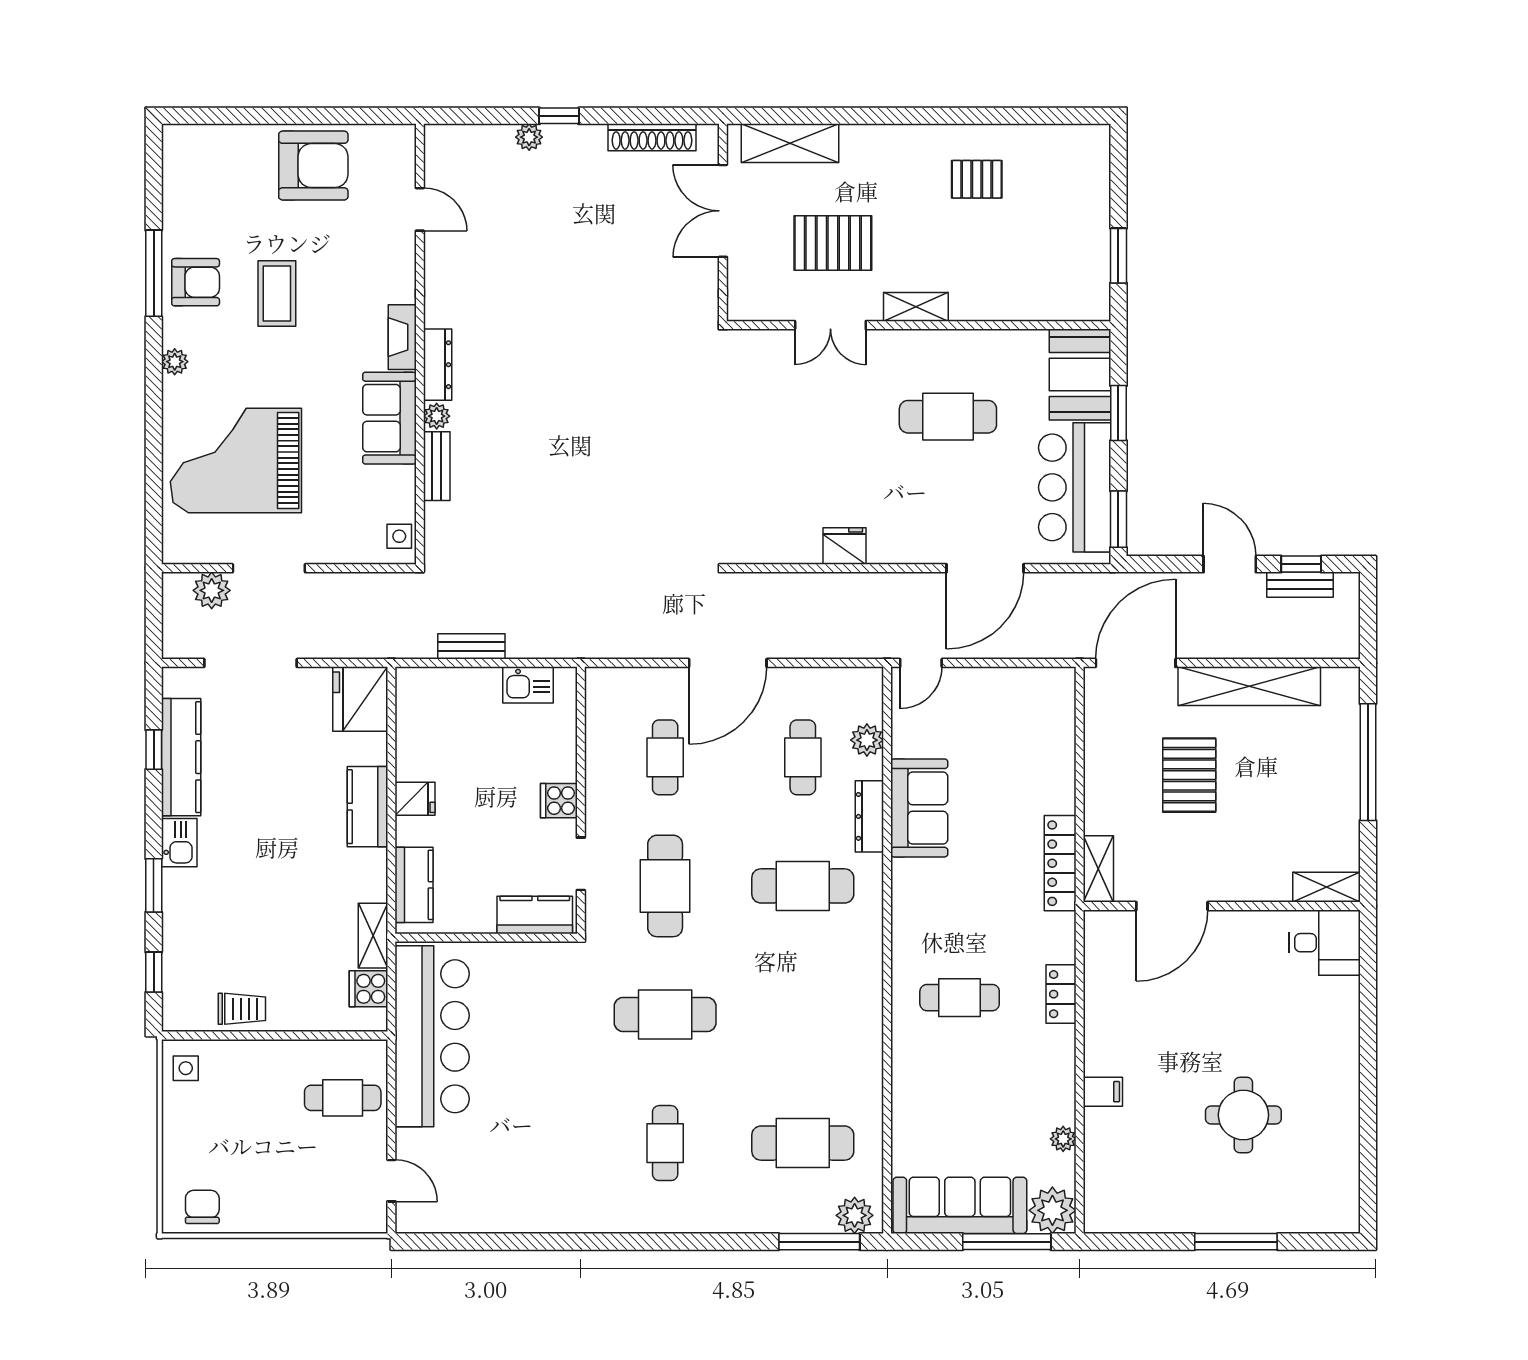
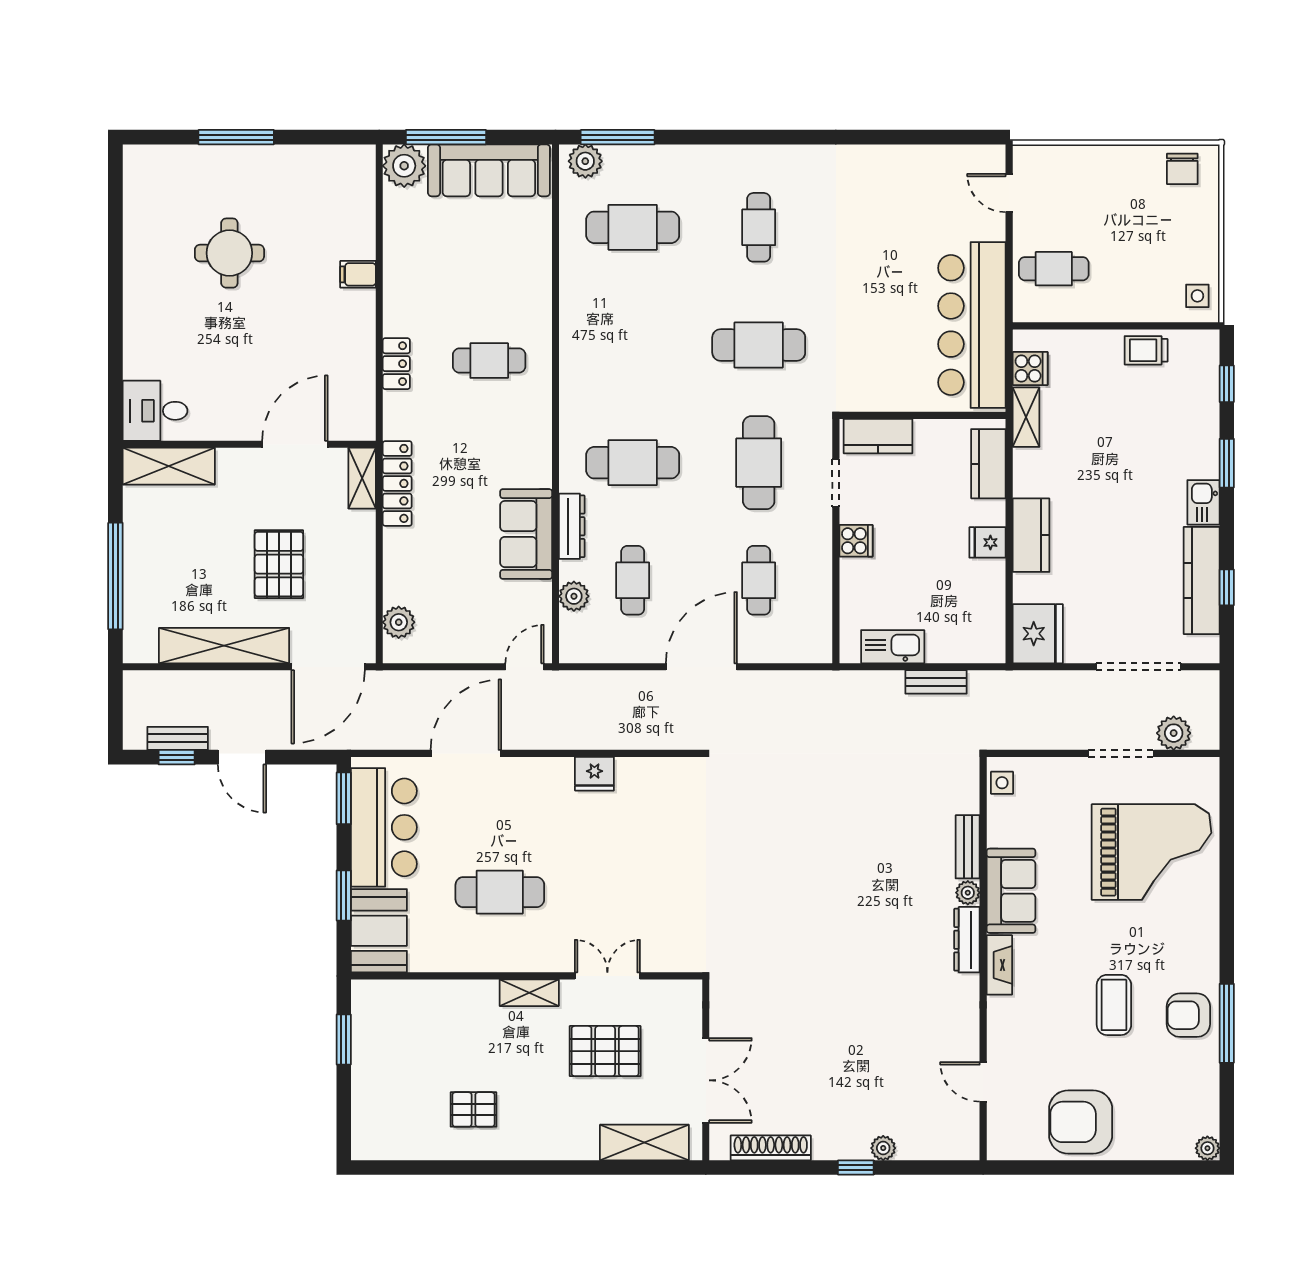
plant: (175, 362) -> (1207, 1148), moved
kitchen sink: (528, 685) -> (893, 647), width x1.38
shelving: (1326, 887) -> (169, 466), width x1.50, depth x1.33
plant: (1063, 1139) -> (399, 622), moved, width x1.38, depth x1.38

